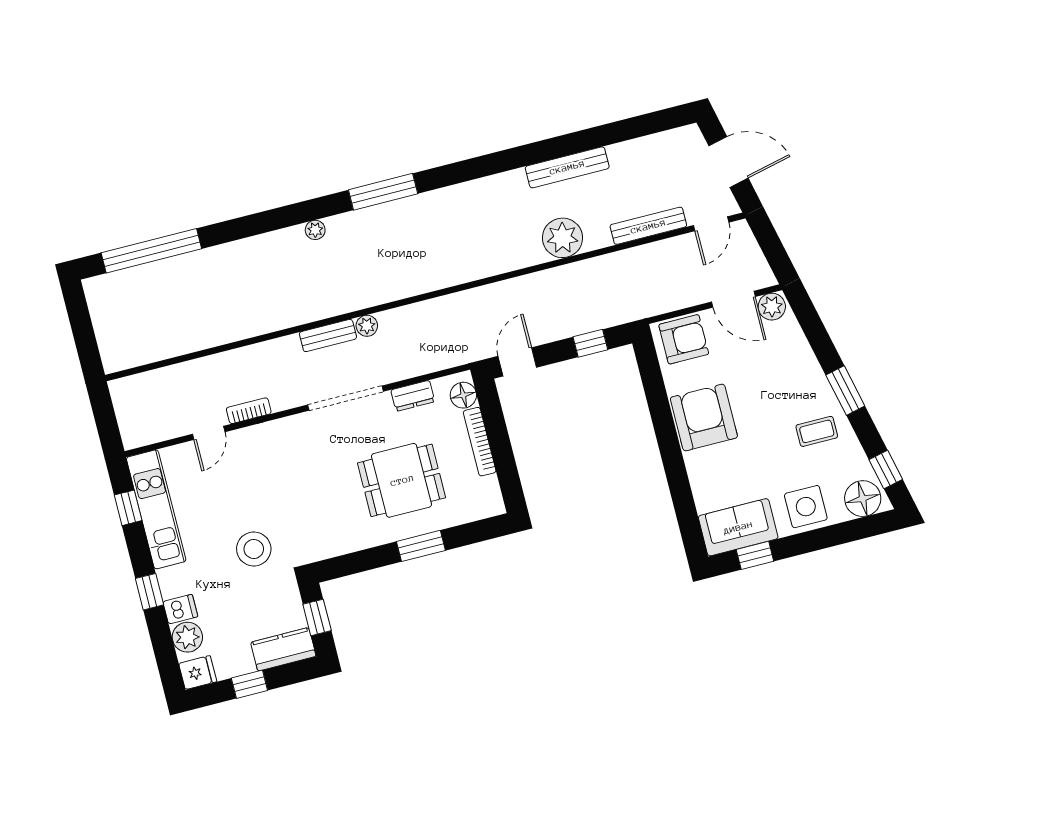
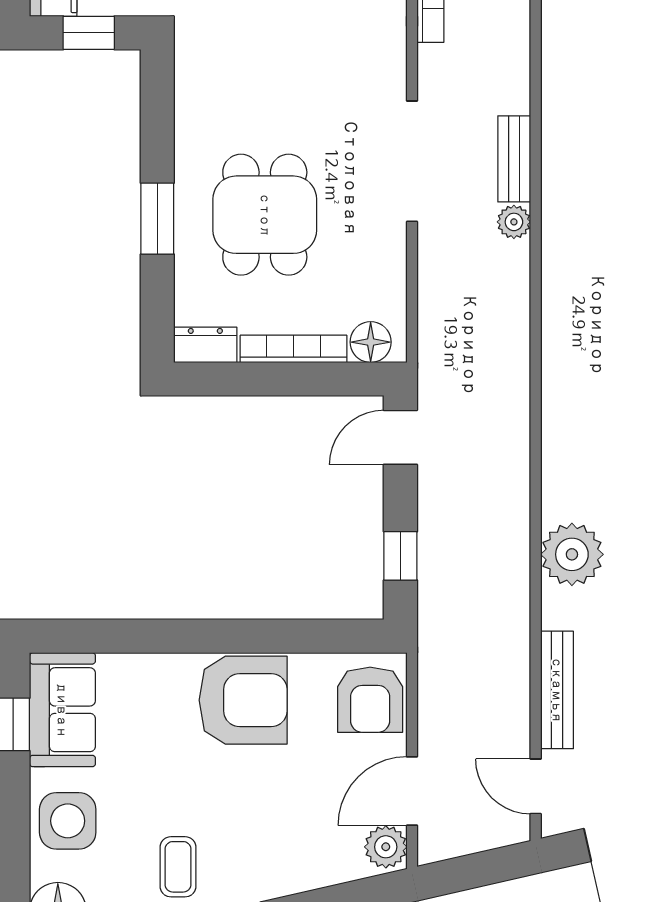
door: (517, 362) -> (400, 437), swing flipped
dresser: (413, 396) -> (205, 345), moved, turned 90

